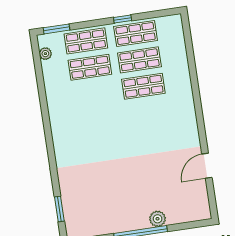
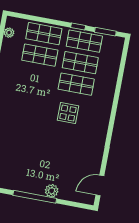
window: (57, 29) -> (105, 32), moved
display table: (145, 123) -> (68, 113), added
door: (207, 166) -> (100, 185), moved

